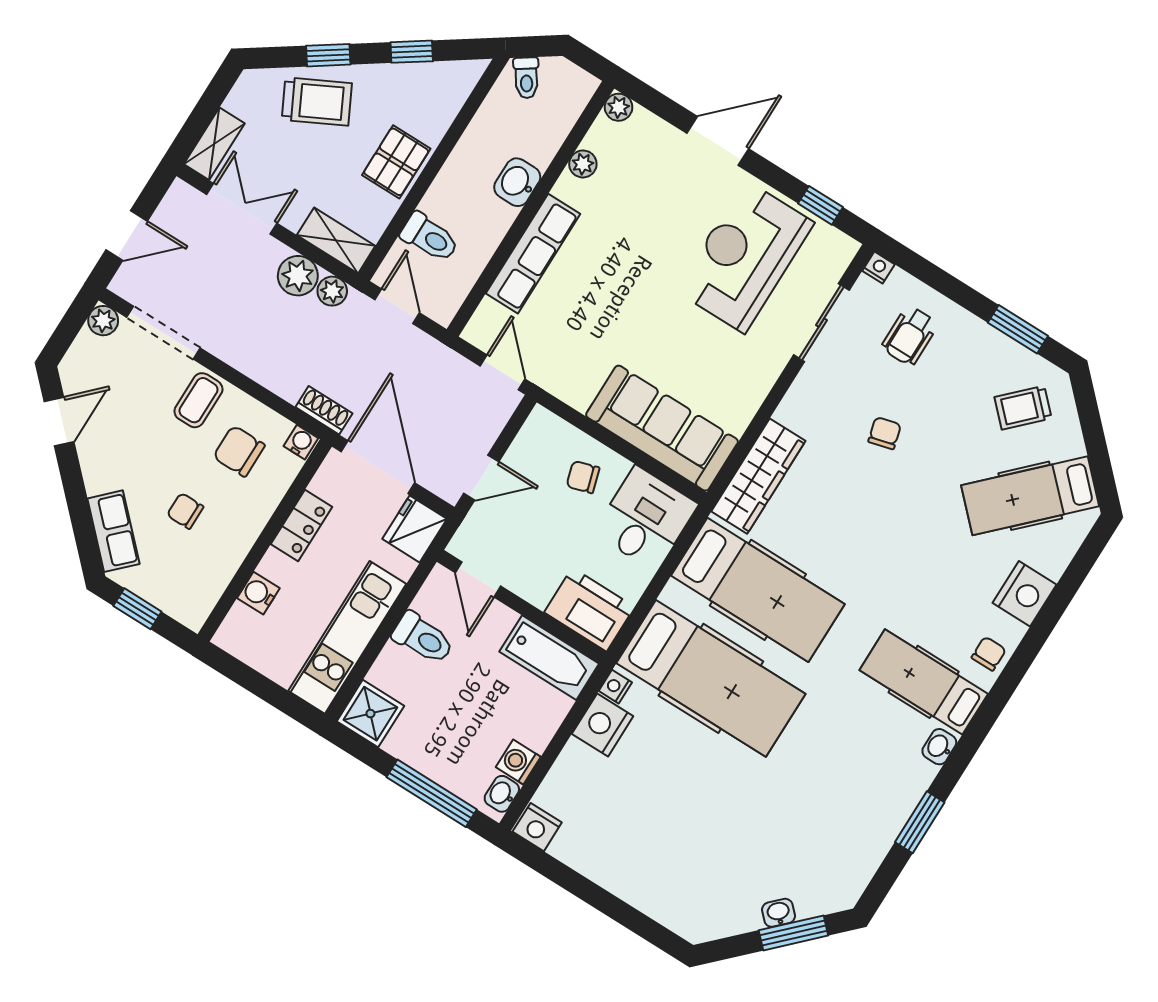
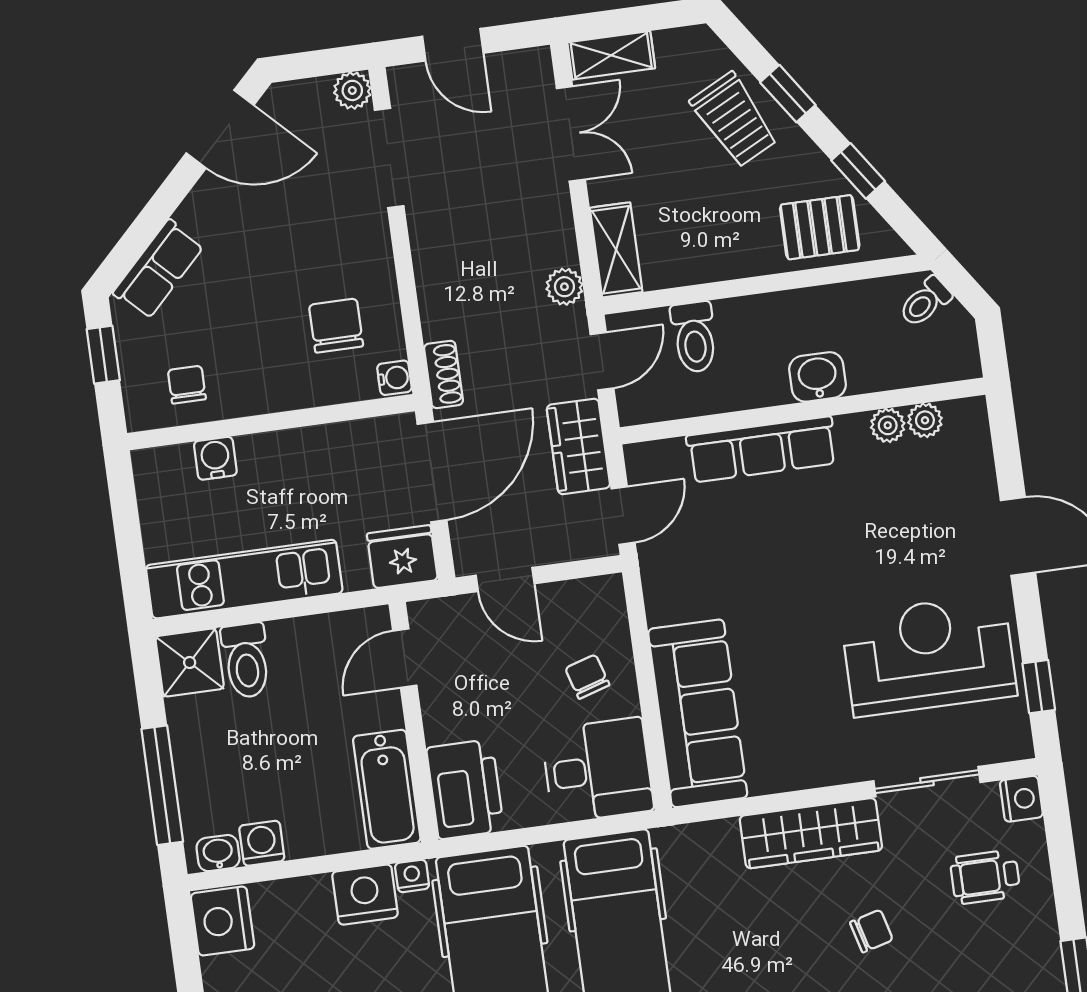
plant: (619, 107) -> (925, 420), moved
pallet: (396, 162) -> (820, 227), moved
nightstand: (878, 268) -> (1021, 799), width x1.39, depth x1.35
plant: (298, 276) -> (552, 241), removed
wardrobe: (437, 364) -> (578, 446), added
coffee table: (198, 400) -> (352, 246), removed
door: (59, 421) -> (220, 129), width x1.38
wardrobe: (758, 476) -> (811, 833), moved
chair: (185, 511) -> (187, 385), moved
locker: (302, 526) -> (315, 445), removed
toilet: (423, 638) -> (246, 660), moved
nightstand: (537, 827) -> (223, 921), width x1.36, depth x1.33

